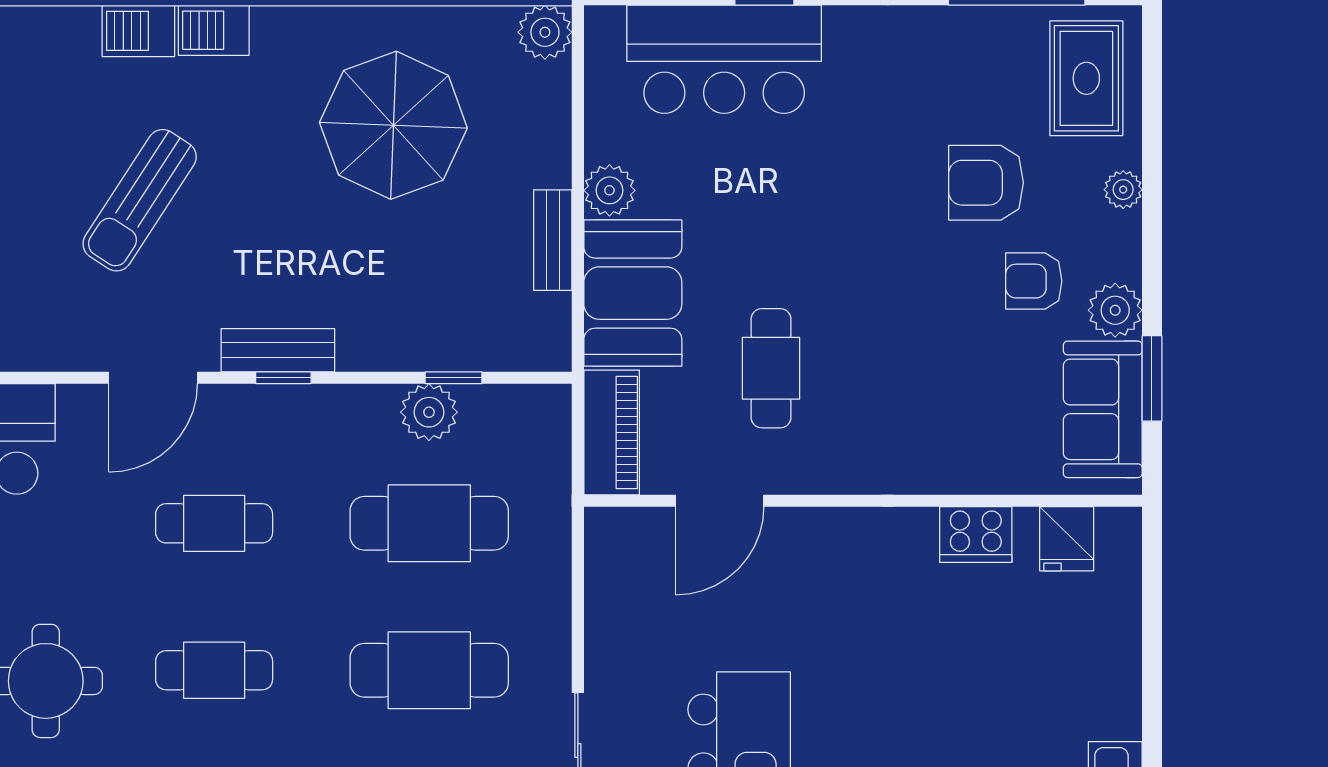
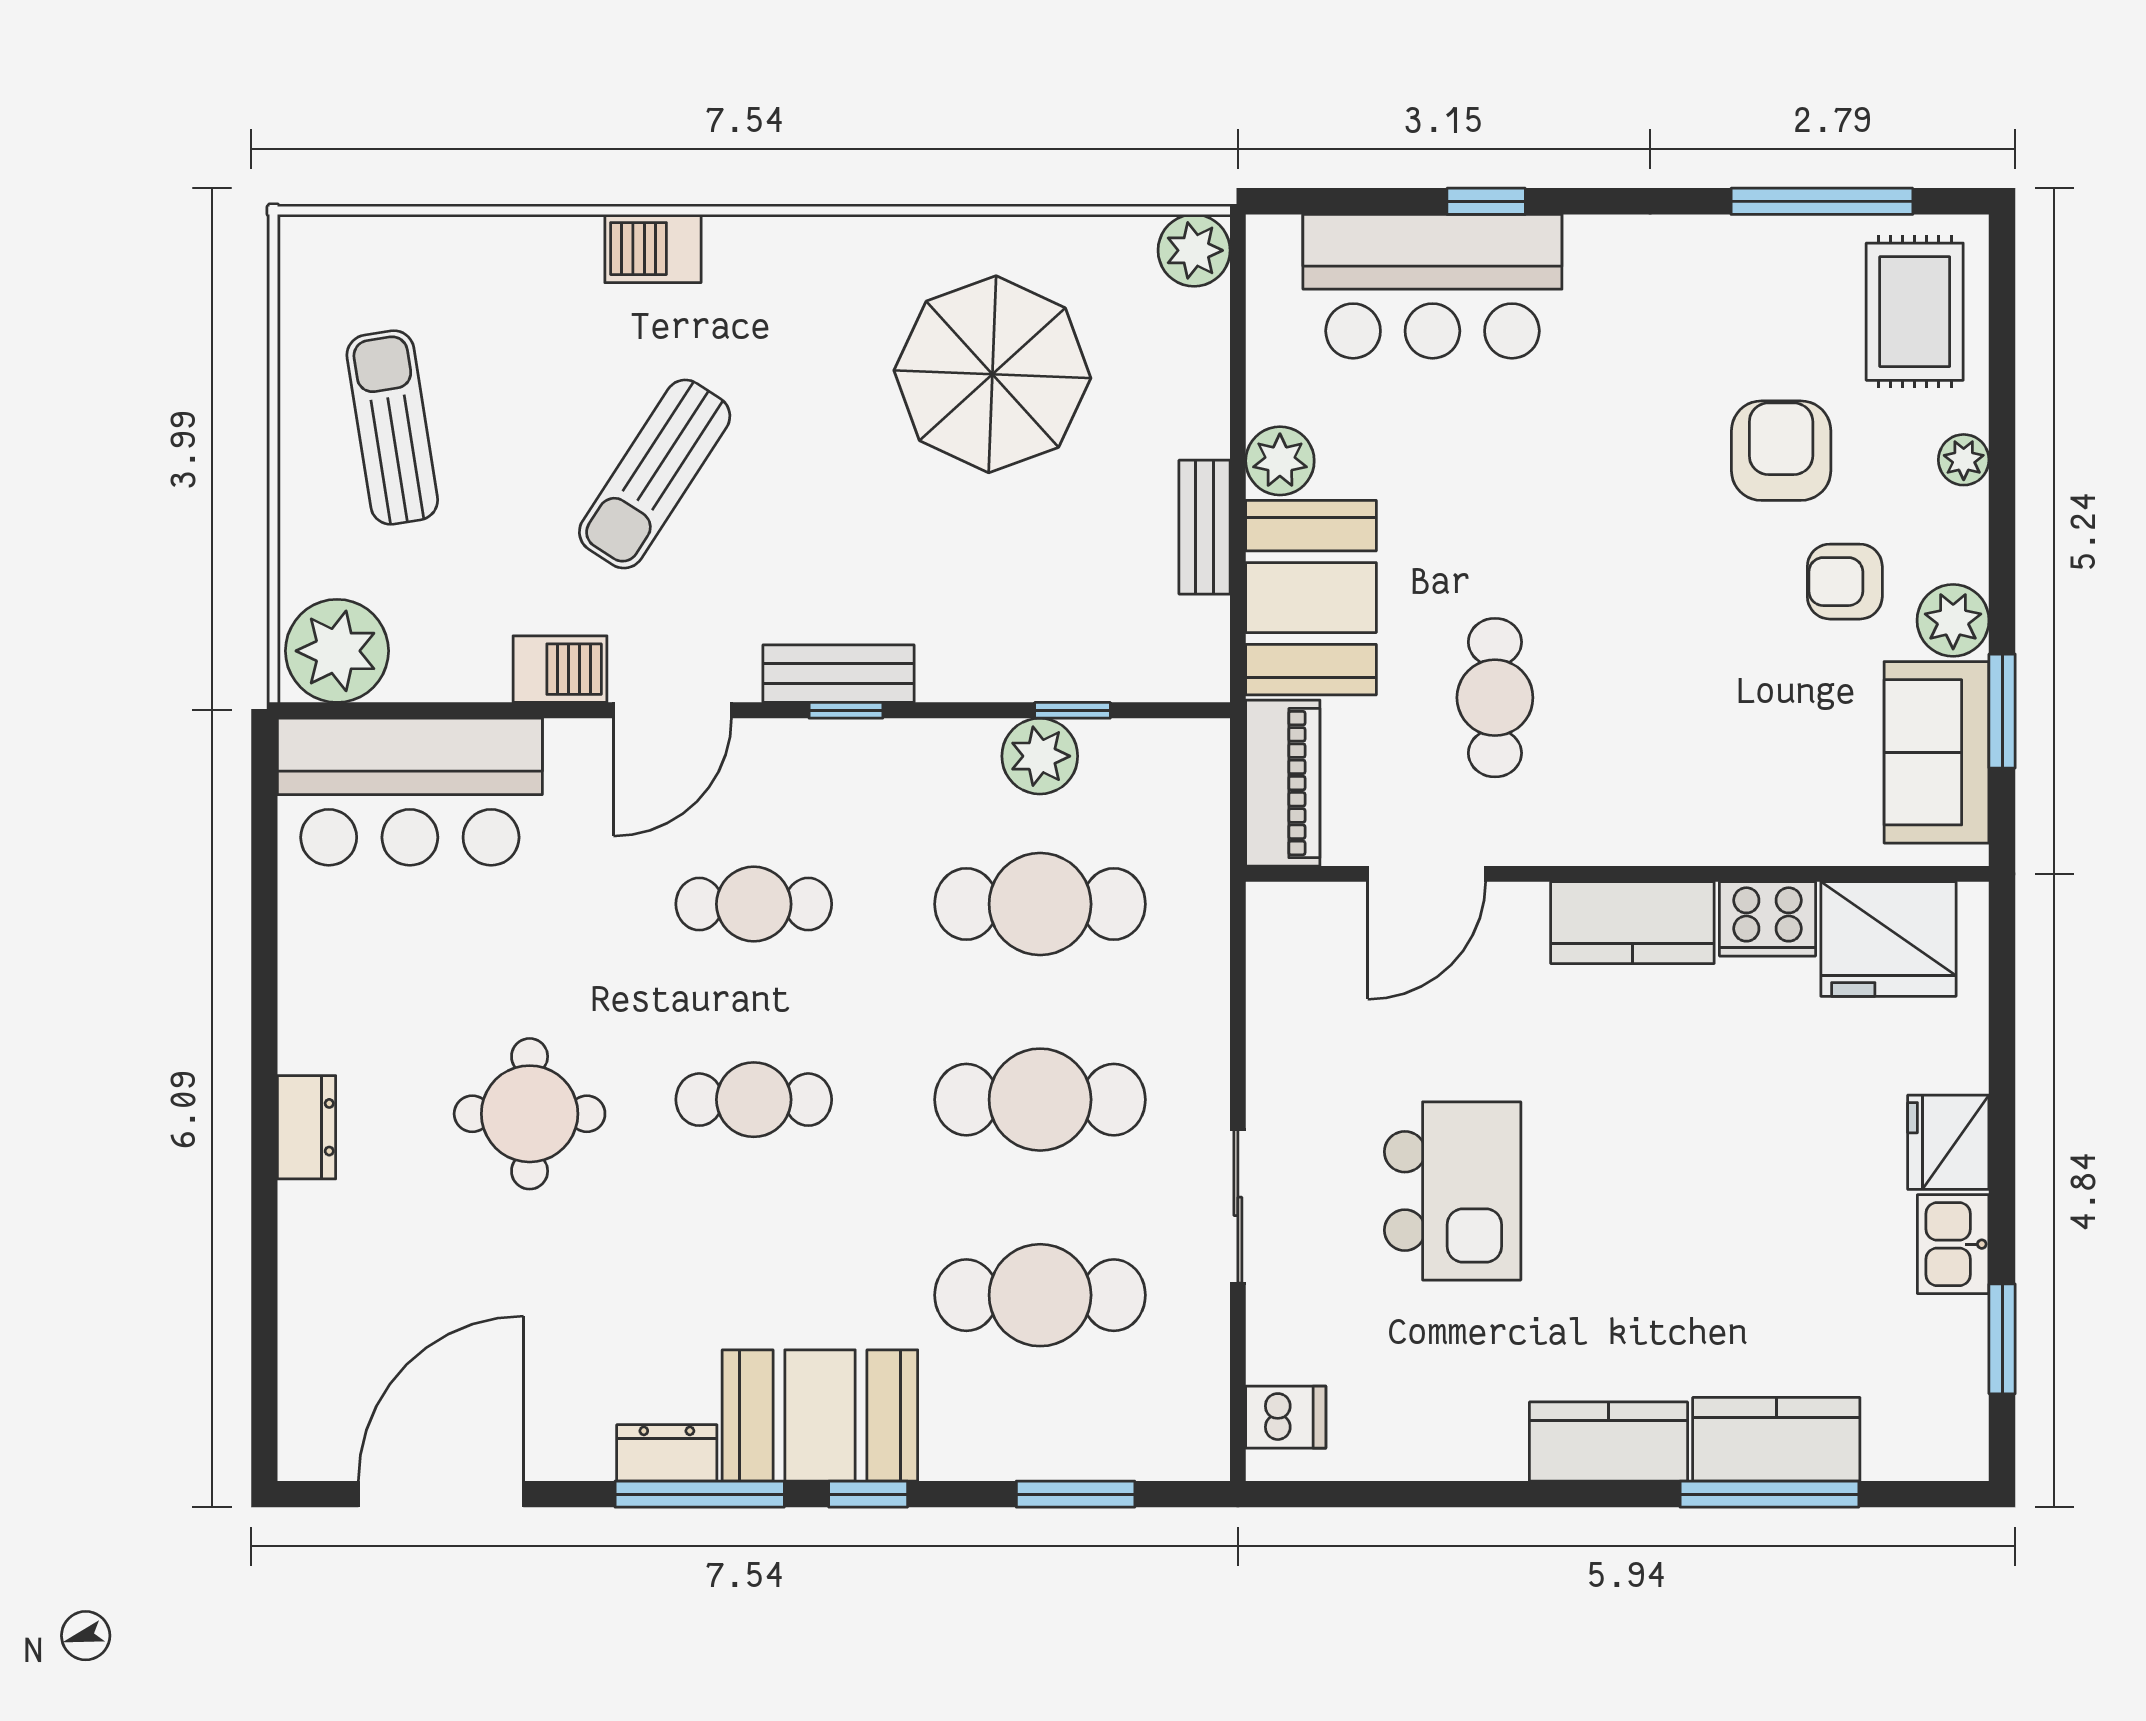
barbecue: (214, 30) -> (560, 669), moved, turned 180
armchair: (986, 183) -> (1781, 451), turned 90
kitchen counter: (874, 537) -> (1632, 923), added
fridge: (1067, 539) -> (1888, 939), width x1.88, depth x1.34
fridge: (1112, 702) -> (1948, 1142), added

